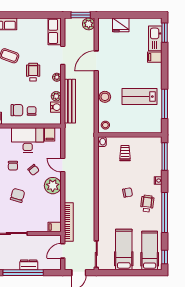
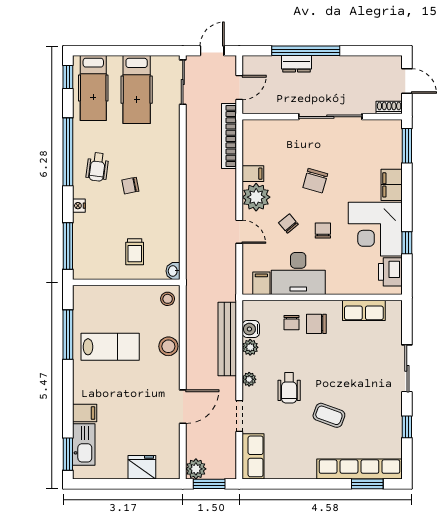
filing cabinet: (55, 227) -> (253, 174), moved

